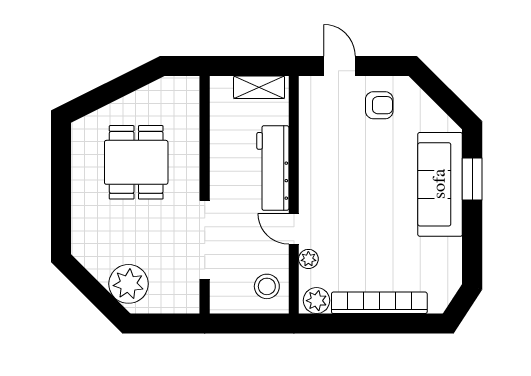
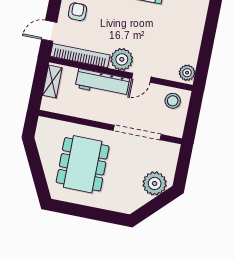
dining table: (136, 162) -> (83, 164), width x1.38
plant: (308, 259) -> (122, 59), moved, width x1.88, depth x1.88
bookcase: (379, 303) -> (80, 56), moved, turned 90

